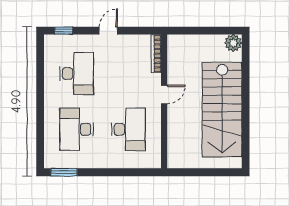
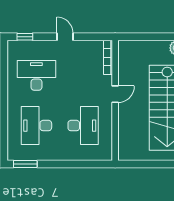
door: (108, 31) -> (65, 37), hinge flipped
desk: (77, 74) -> (36, 75), turned -90

